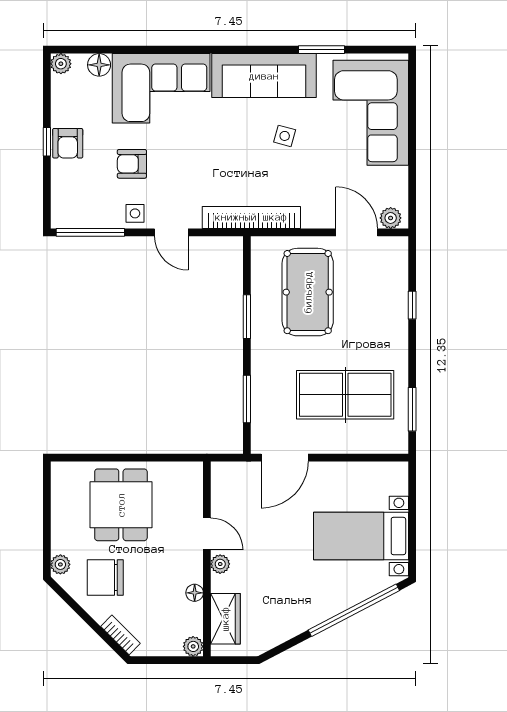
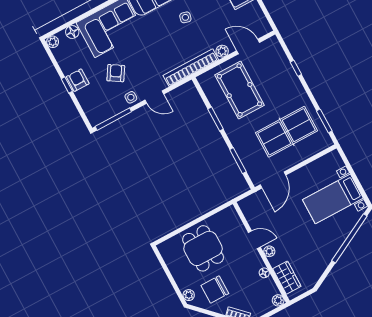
armchair: (68, 143) -> (78, 80), turned 180
armchair: (132, 164) -> (116, 73), turned 122
plant: (391, 218) -> (222, 51), moved

